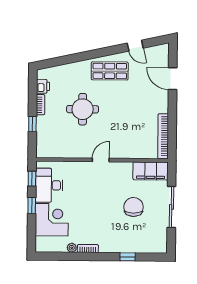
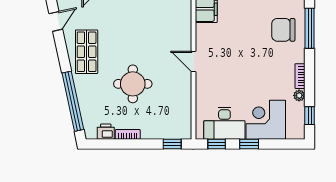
window: (69, 59) -> (73, 101), added
window: (32, 124) -> (172, 144), moved
chair: (133, 207) -> (283, 30), moved
window: (55, 256) -> (310, 116), added
window: (128, 257) -> (310, 28), width x2.17

